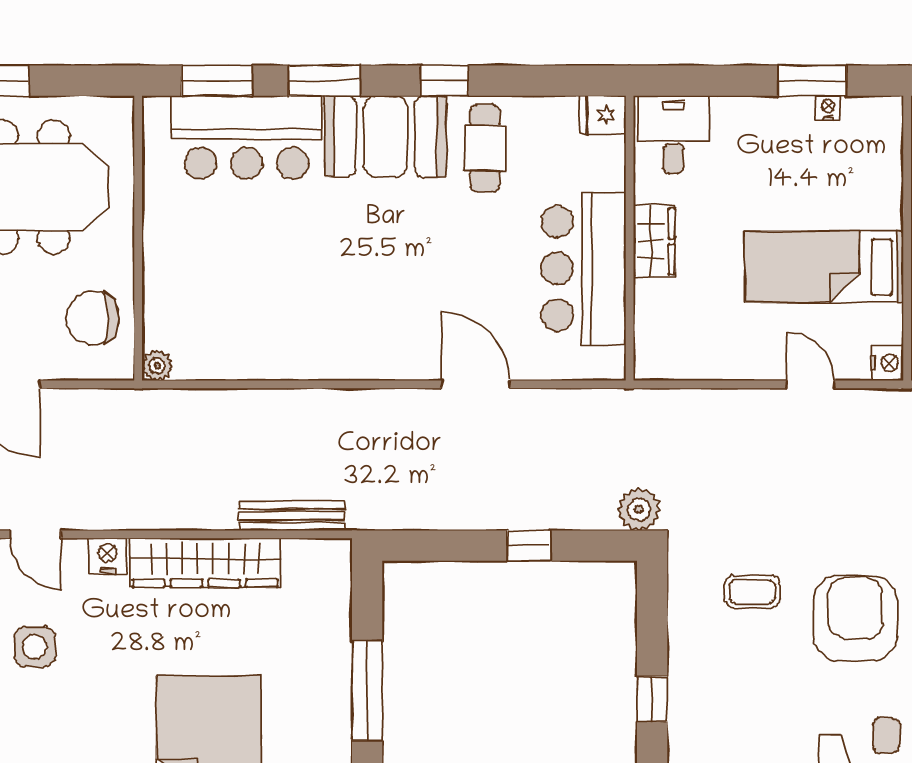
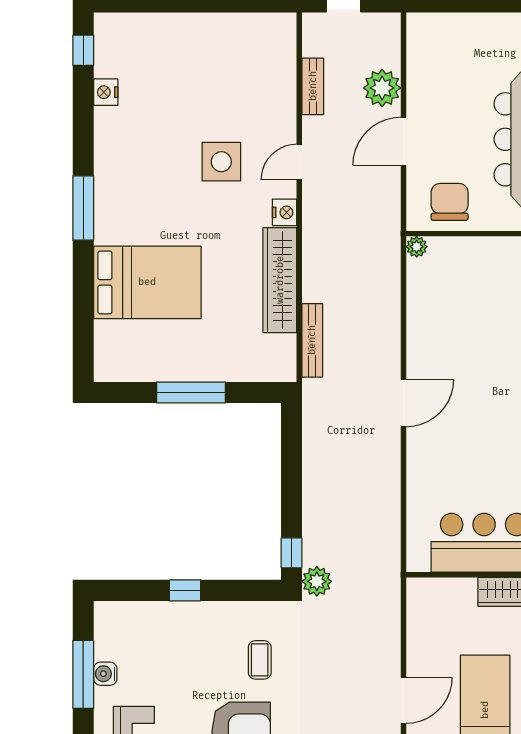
door: (475, 384) -> (403, 403), moved
door: (811, 384) -> (403, 700), width x1.38
window: (529, 546) -> (292, 553), moved
side table: (35, 647) -> (221, 162), width x1.37, depth x1.37

